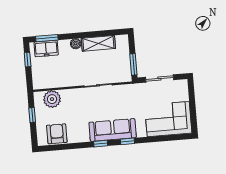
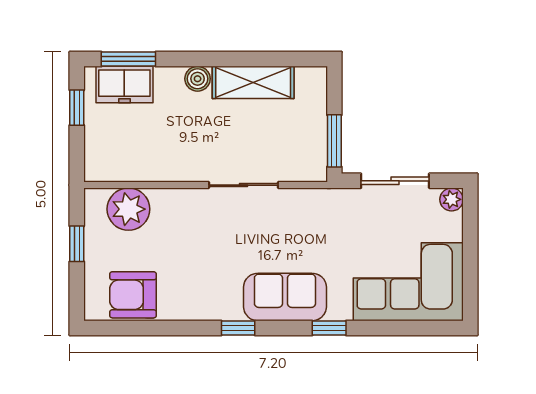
plant: (183, 84) -> (452, 199), added
sofa: (113, 130) -> (285, 297), width x0.73
armchair: (57, 134) -> (133, 295), turned -90
window: (127, 141) -> (329, 328), moved

